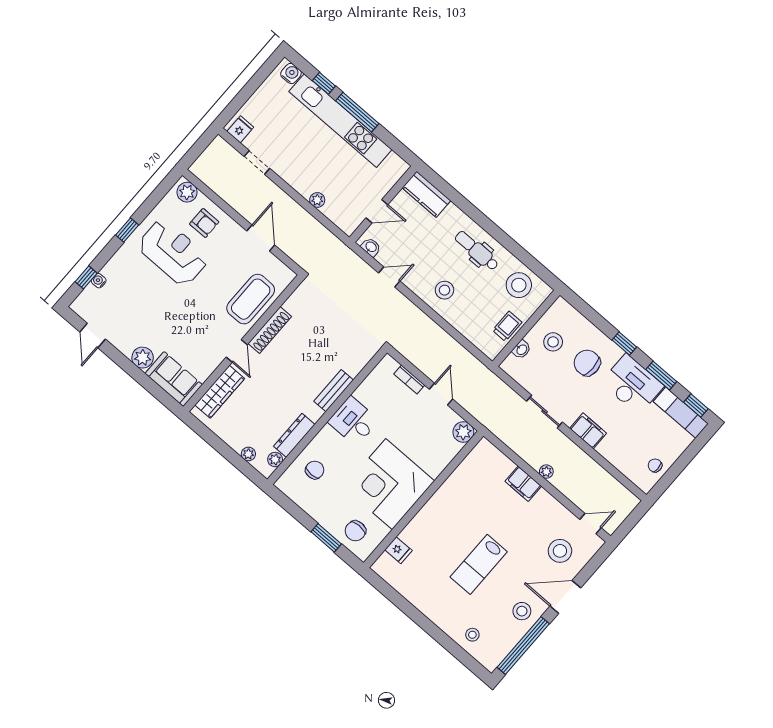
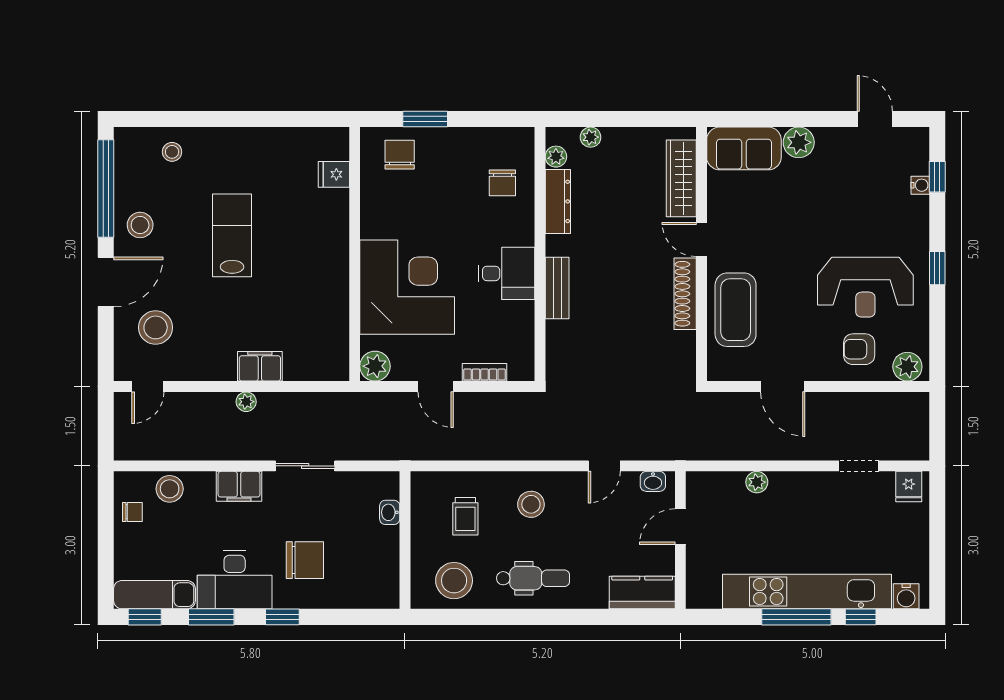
trolley: (507, 326) -> (465, 516), moved
stool: (553, 342) -> (170, 489), moved
corner desk: (389, 484) -> (407, 287), moved

